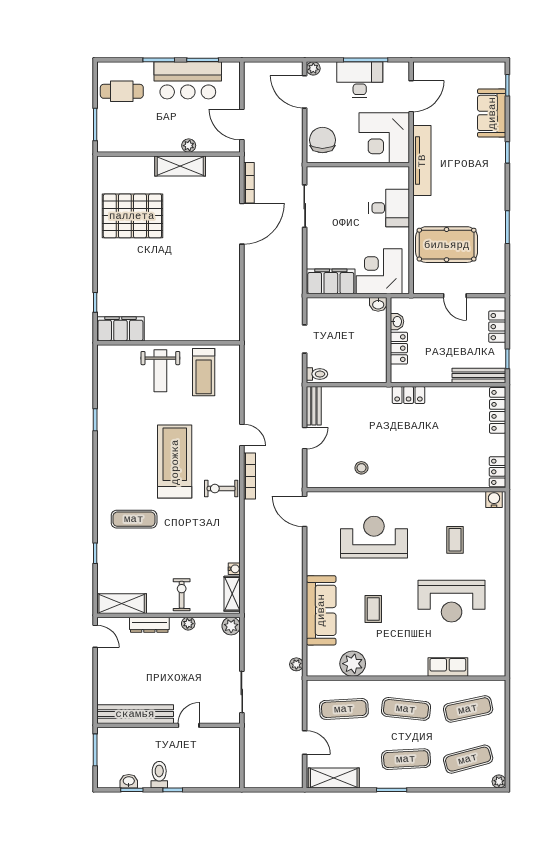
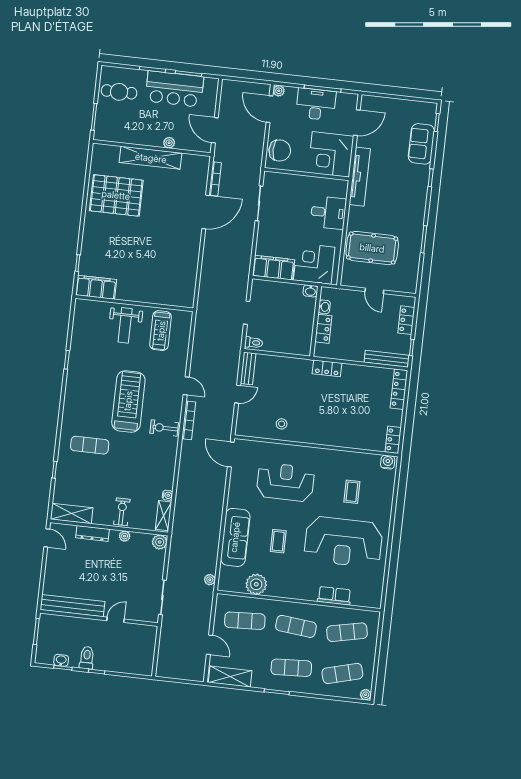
chair: (322, 140) -> (280, 151), turned 90
shelving: (180, 166) -> (151, 158), width x1.47
reception desk: (452, 601) -> (343, 542), width x1.36, depth x1.30

